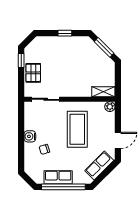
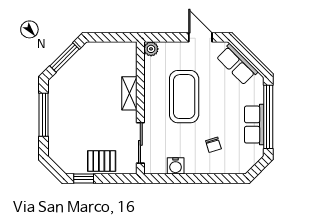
window: (65, 33) -> (44, 115), width x2.17
shelving: (103, 92) -> (129, 93), moved
coffee table: (77, 129) -> (184, 97), turned 90
water cooler: (30, 136) -> (176, 166), moved

